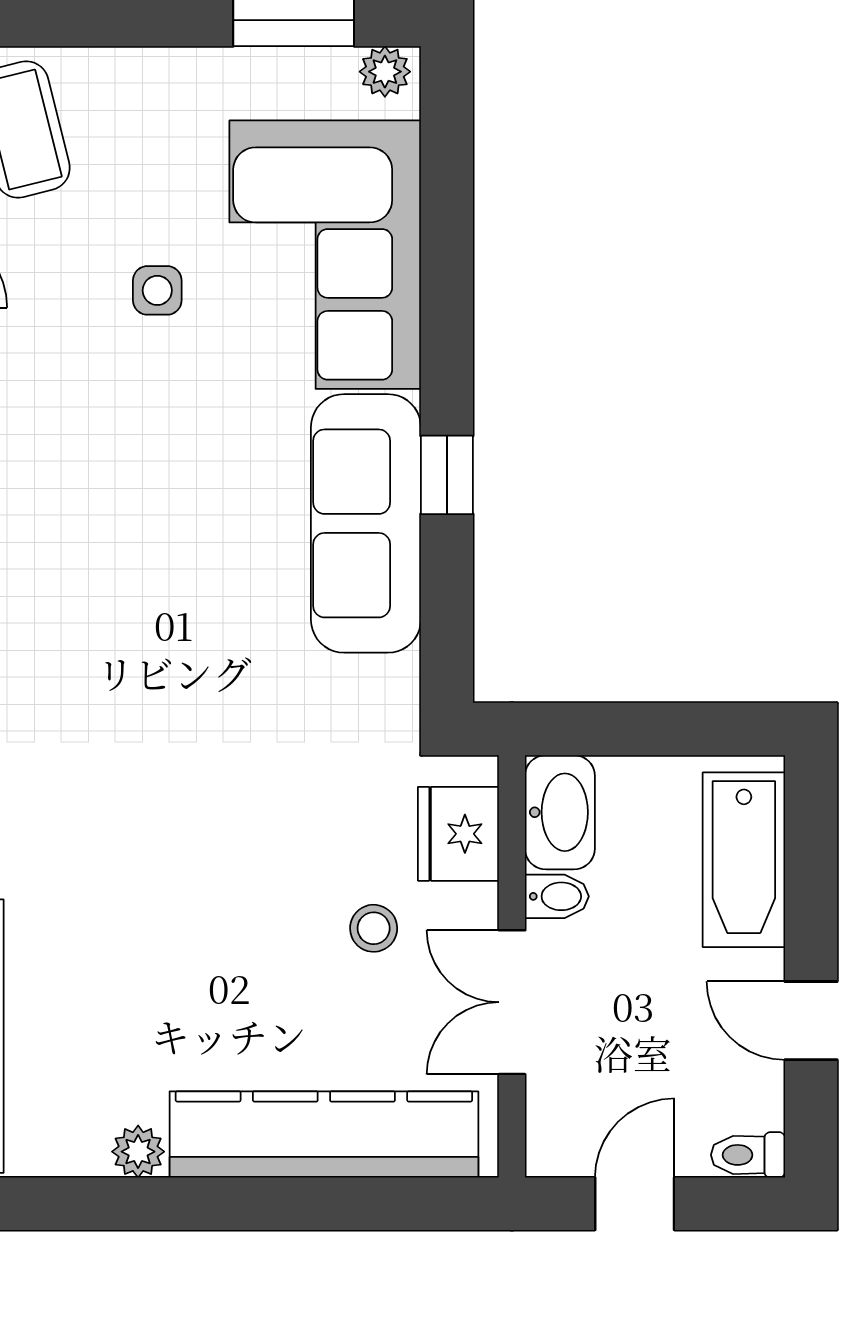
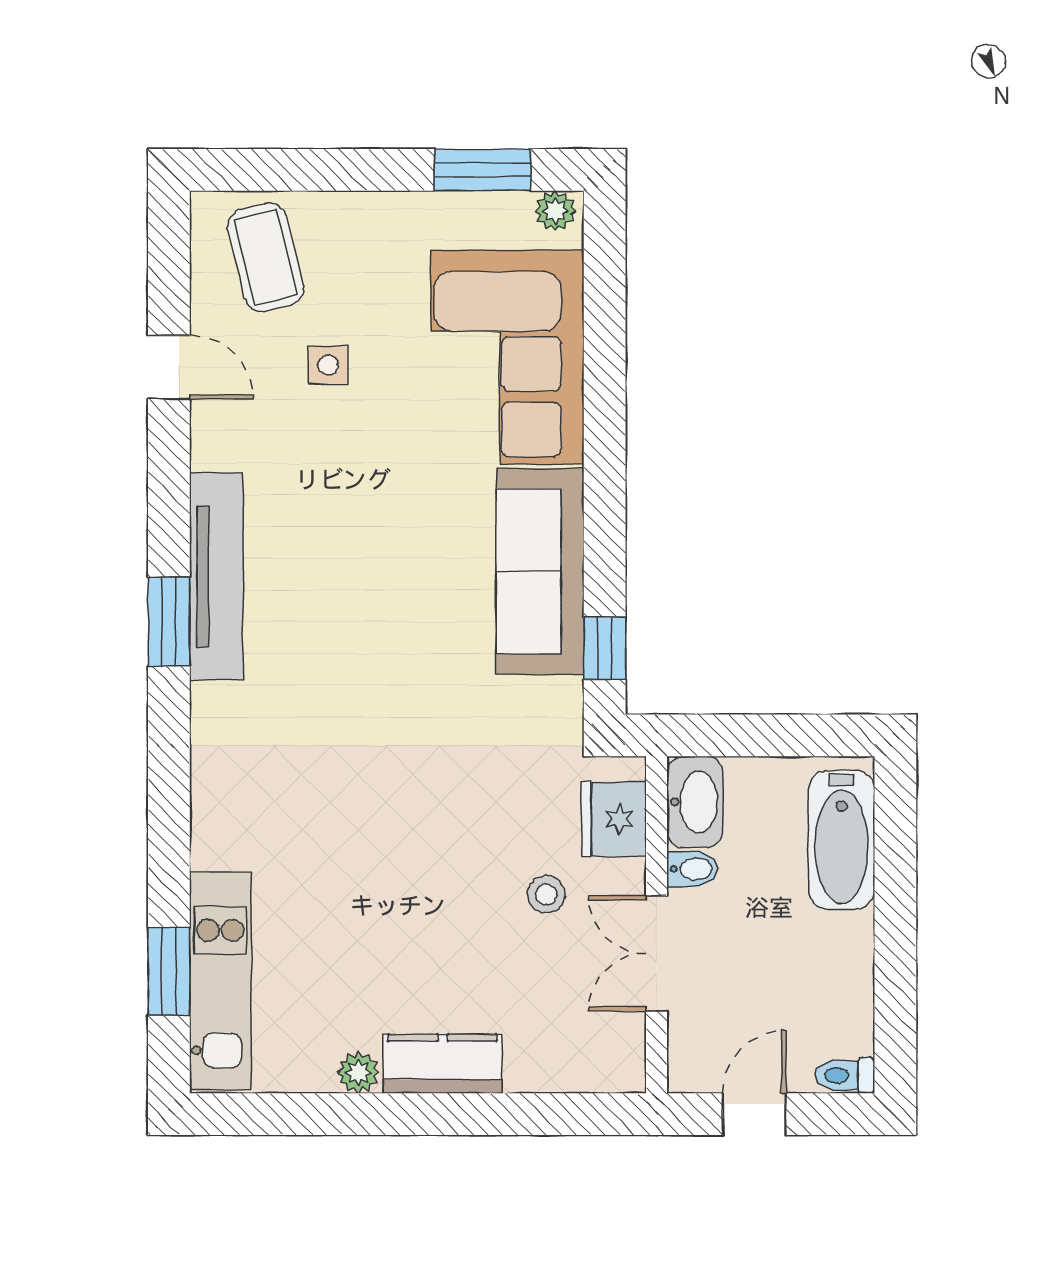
side table: (157, 290) -> (328, 365), moved
window: (447, 475) -> (605, 648), moved
door: (811, 1021) -> (895, 968), removed
kitchen counter: (324, 1135) -> (443, 1064), width x0.48, depth x0.86

